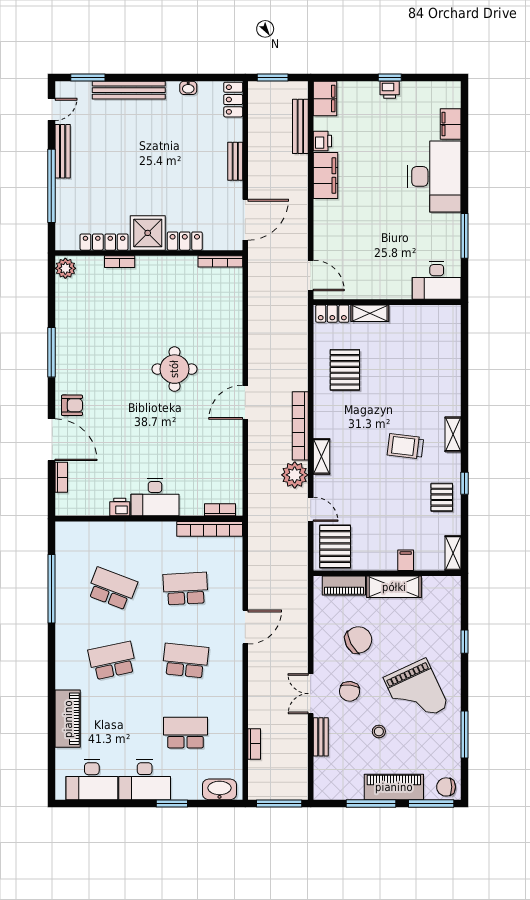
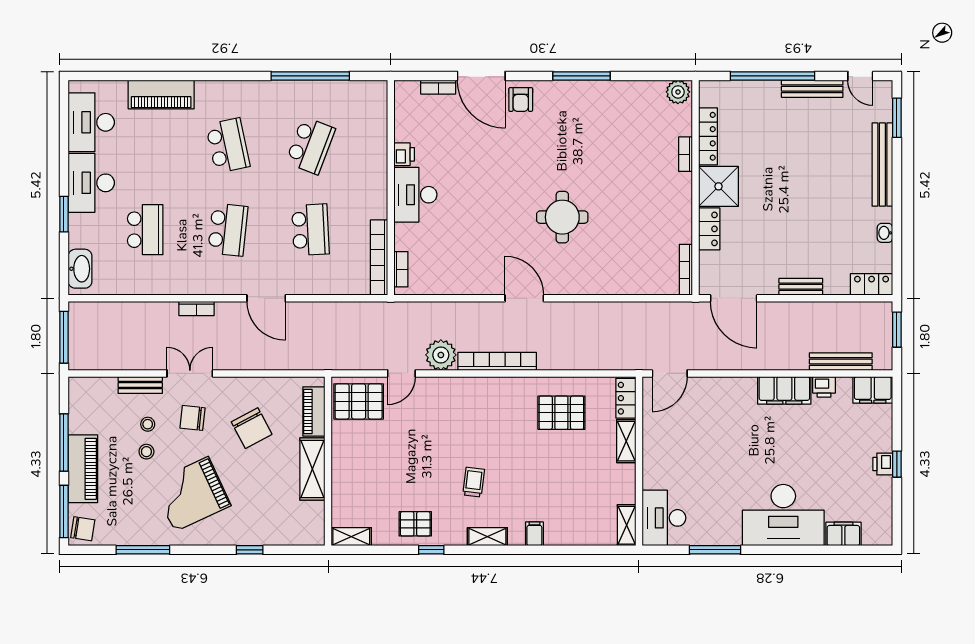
door: (51, 440) -> (481, 76), hinge flipped
trolley: (405, 446) -> (474, 482), width x0.73, depth x0.72
shelving: (322, 456) -> (627, 525), moved, turned 90
filing cabinet: (406, 560) -> (534, 534), moved, turned -90
stool: (355, 730) -> (148, 424), added
bookcase: (254, 744) -> (196, 308), moved
chair: (446, 787) -> (83, 529), turned 99

